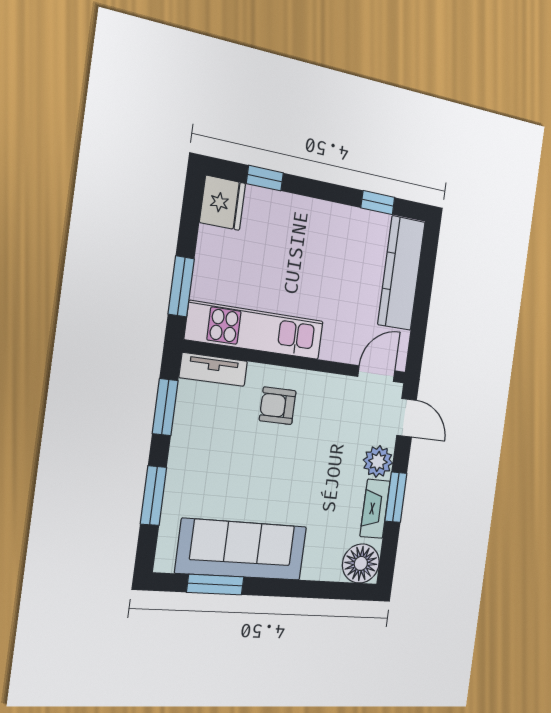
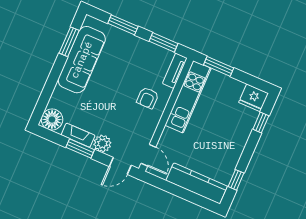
armchair: (278, 406) -> (148, 98), turned 180

